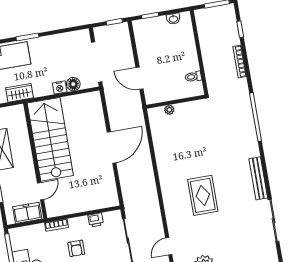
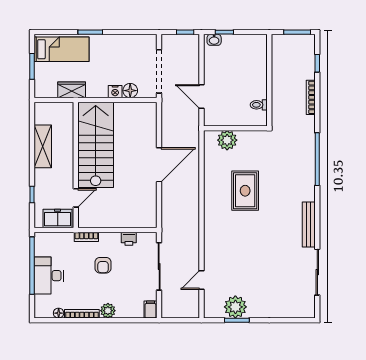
washbasin: (173, 19) -> (214, 40), moved
plant: (169, 110) -> (227, 140), width x1.88, depth x1.88
rug: (203, 195) -> (245, 191), moved

